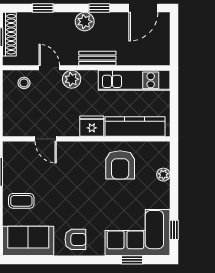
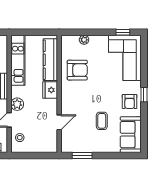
coffee table: (21, 201) -> (102, 121), moved
armchair: (75, 239) -> (130, 101), turned 180
window: (132, 260) -> (144, 95), moved

